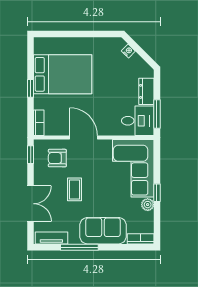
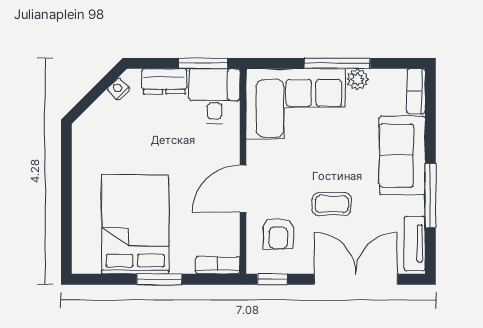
nightstand: (128, 51) -> (118, 89), moved
window: (31, 88) -> (159, 279), width x1.50
window: (157, 193) -> (337, 63), width x2.17
double door: (31, 204) -> (356, 279), width x1.37

